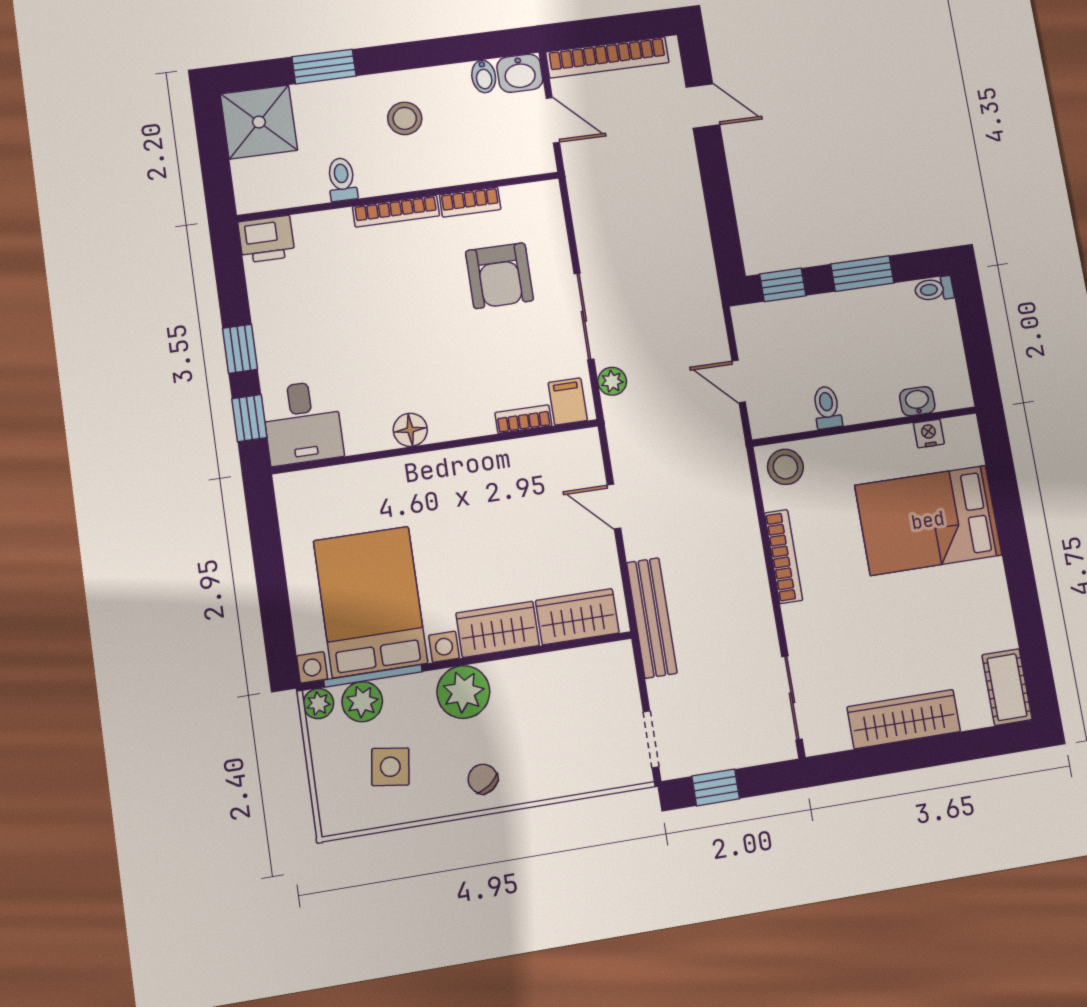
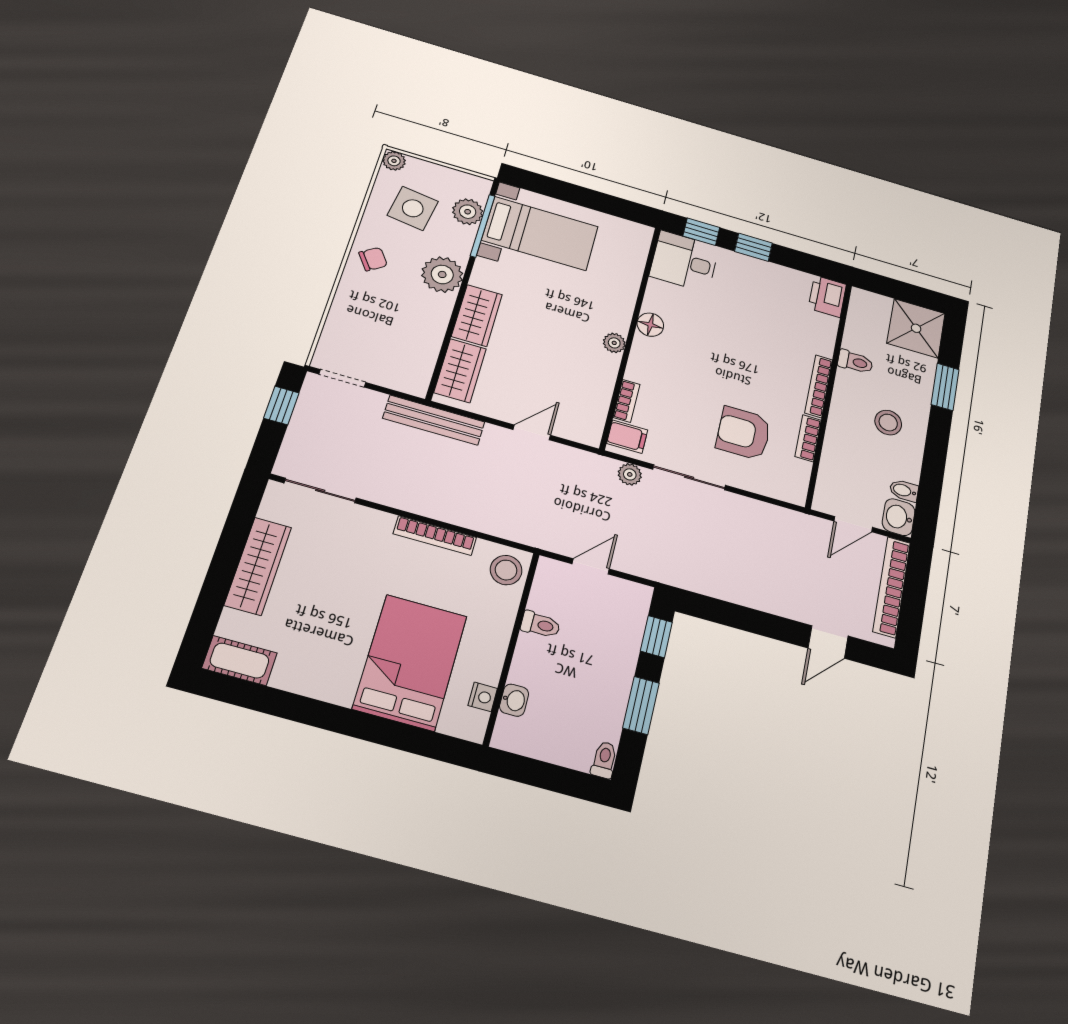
plant: (455, 461) -> (614, 343), added
bed with nightstands: (370, 602) -> (540, 233), width x0.73
plant: (318, 704) -> (394, 161), moved
side table: (390, 767) -> (413, 208), width x1.37, depth x1.37

